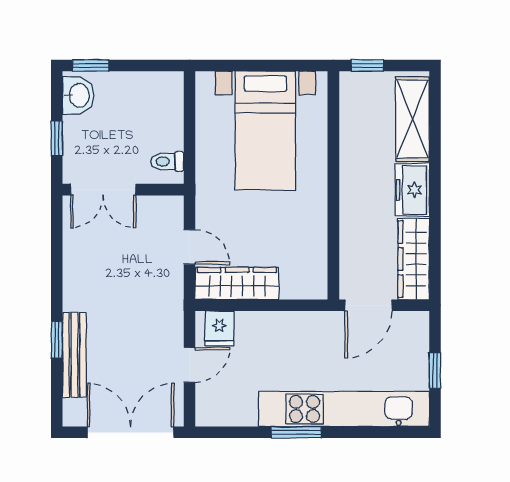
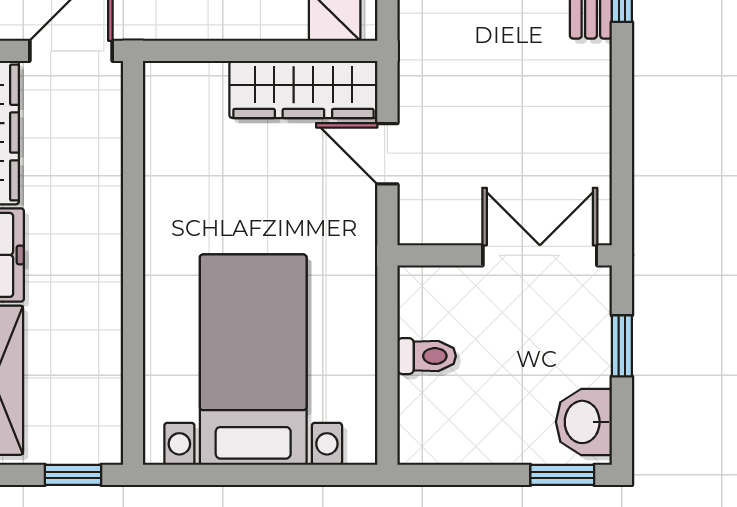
toilet: (167, 161) -> (427, 356), moved

